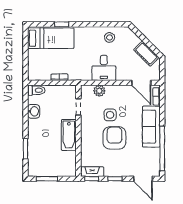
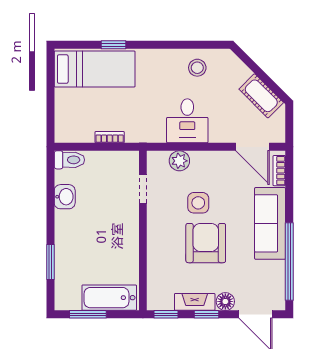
bathtub: (69, 135) -> (109, 298), moved, turned 90
floor lamp: (126, 171) -> (225, 302), added
fireplace: (92, 172) -> (195, 302), moved

